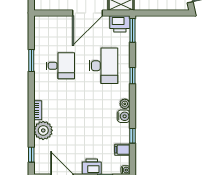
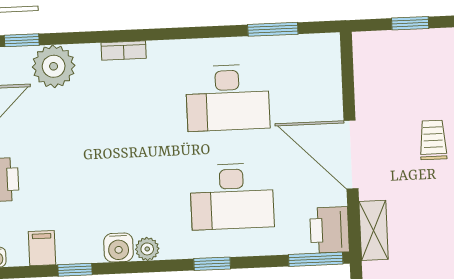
window: (31, 61) -> (273, 29), moved
desk: (60, 66) -> (228, 98), width x1.37
plant: (43, 130) -> (54, 66), moved

